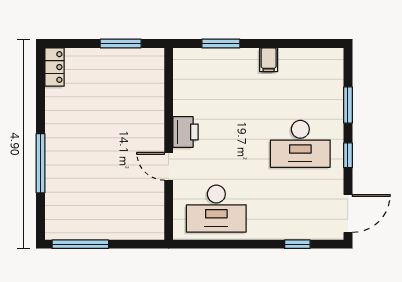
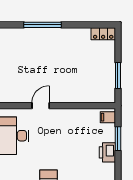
filing cabinet: (269, 60) -> (108, 117), moved
printer: (186, 132) -> (107, 152), moved, turned 90

